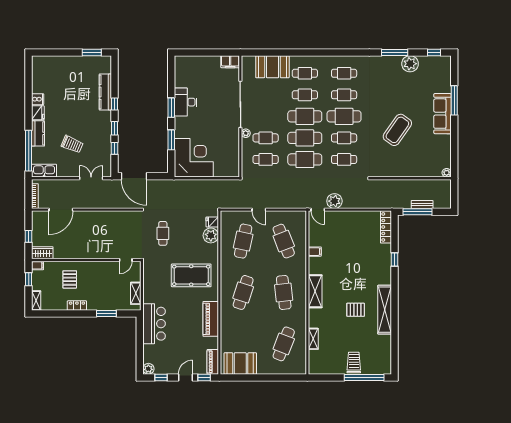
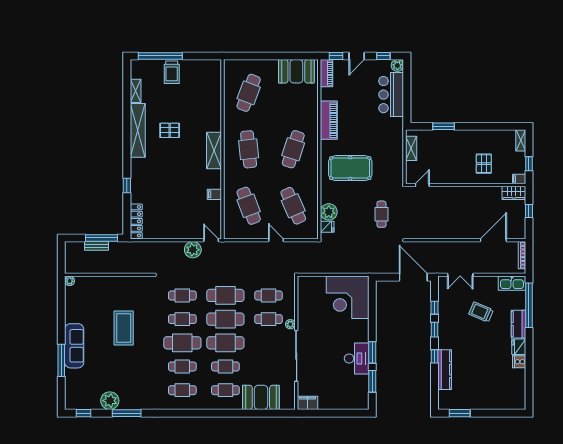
coffee table: (397, 130) -> (124, 328), turned -35
window: (171, 140) -> (372, 381), moved
cafe table: (243, 241) -> (293, 206), turned -36
locker: (77, 306) -> (476, 135), removed
bar counter: (154, 324) -> (391, 95), moved
shelving: (313, 339) -> (136, 91), moved

